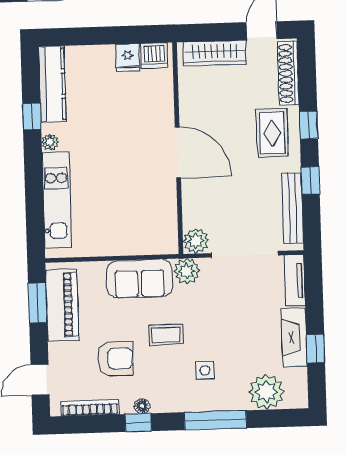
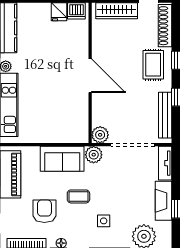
armchair: (115, 359) -> (44, 211), turned -90

